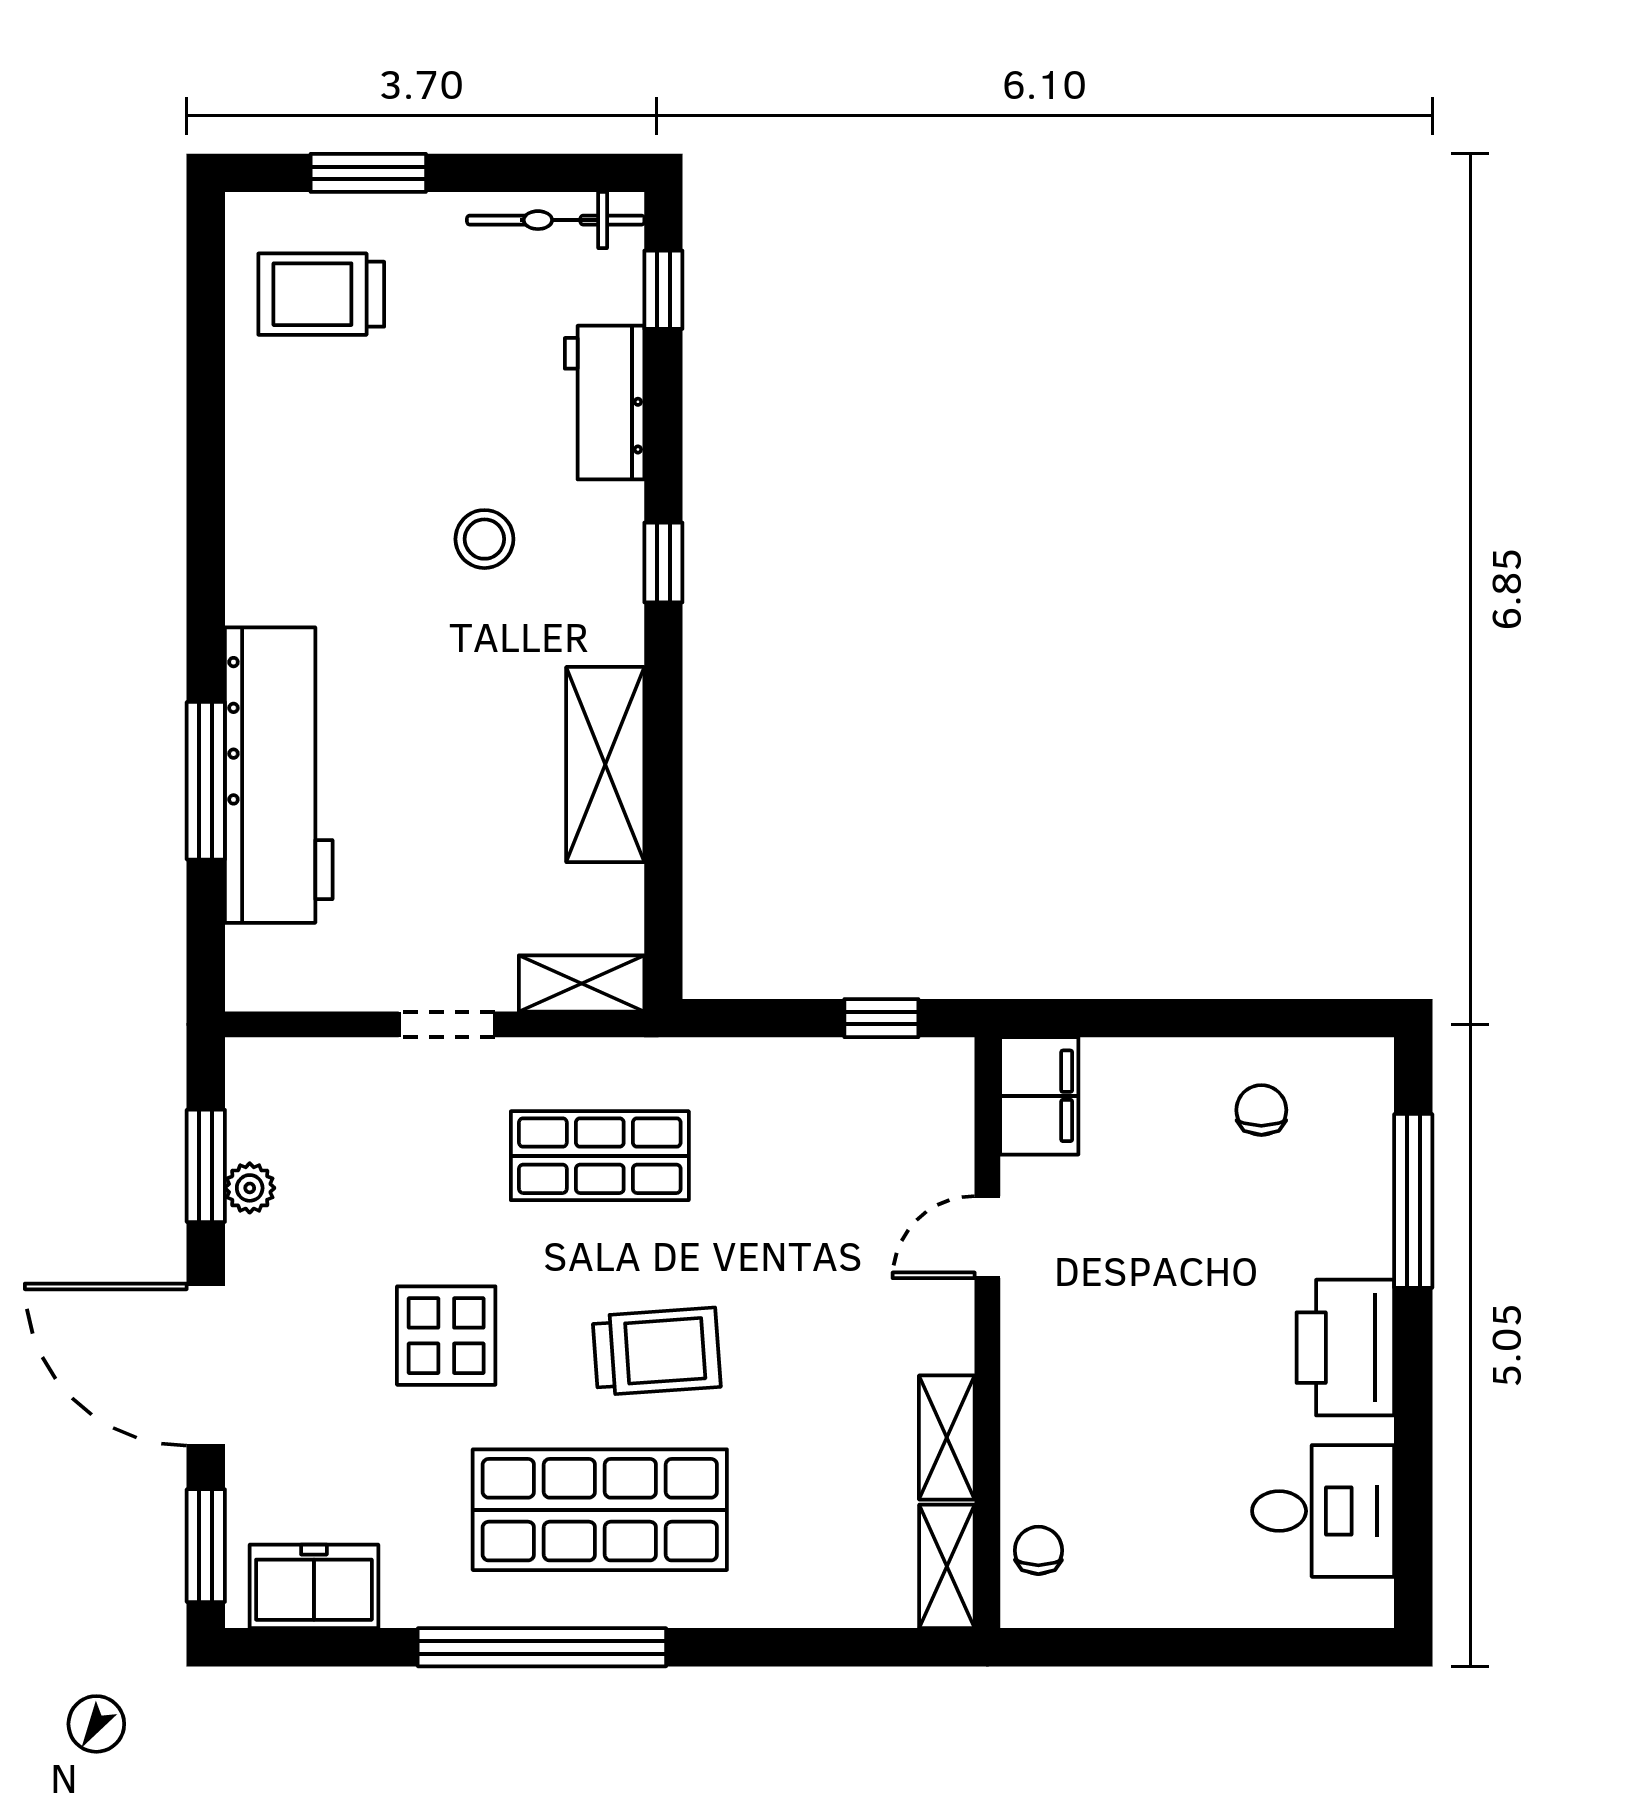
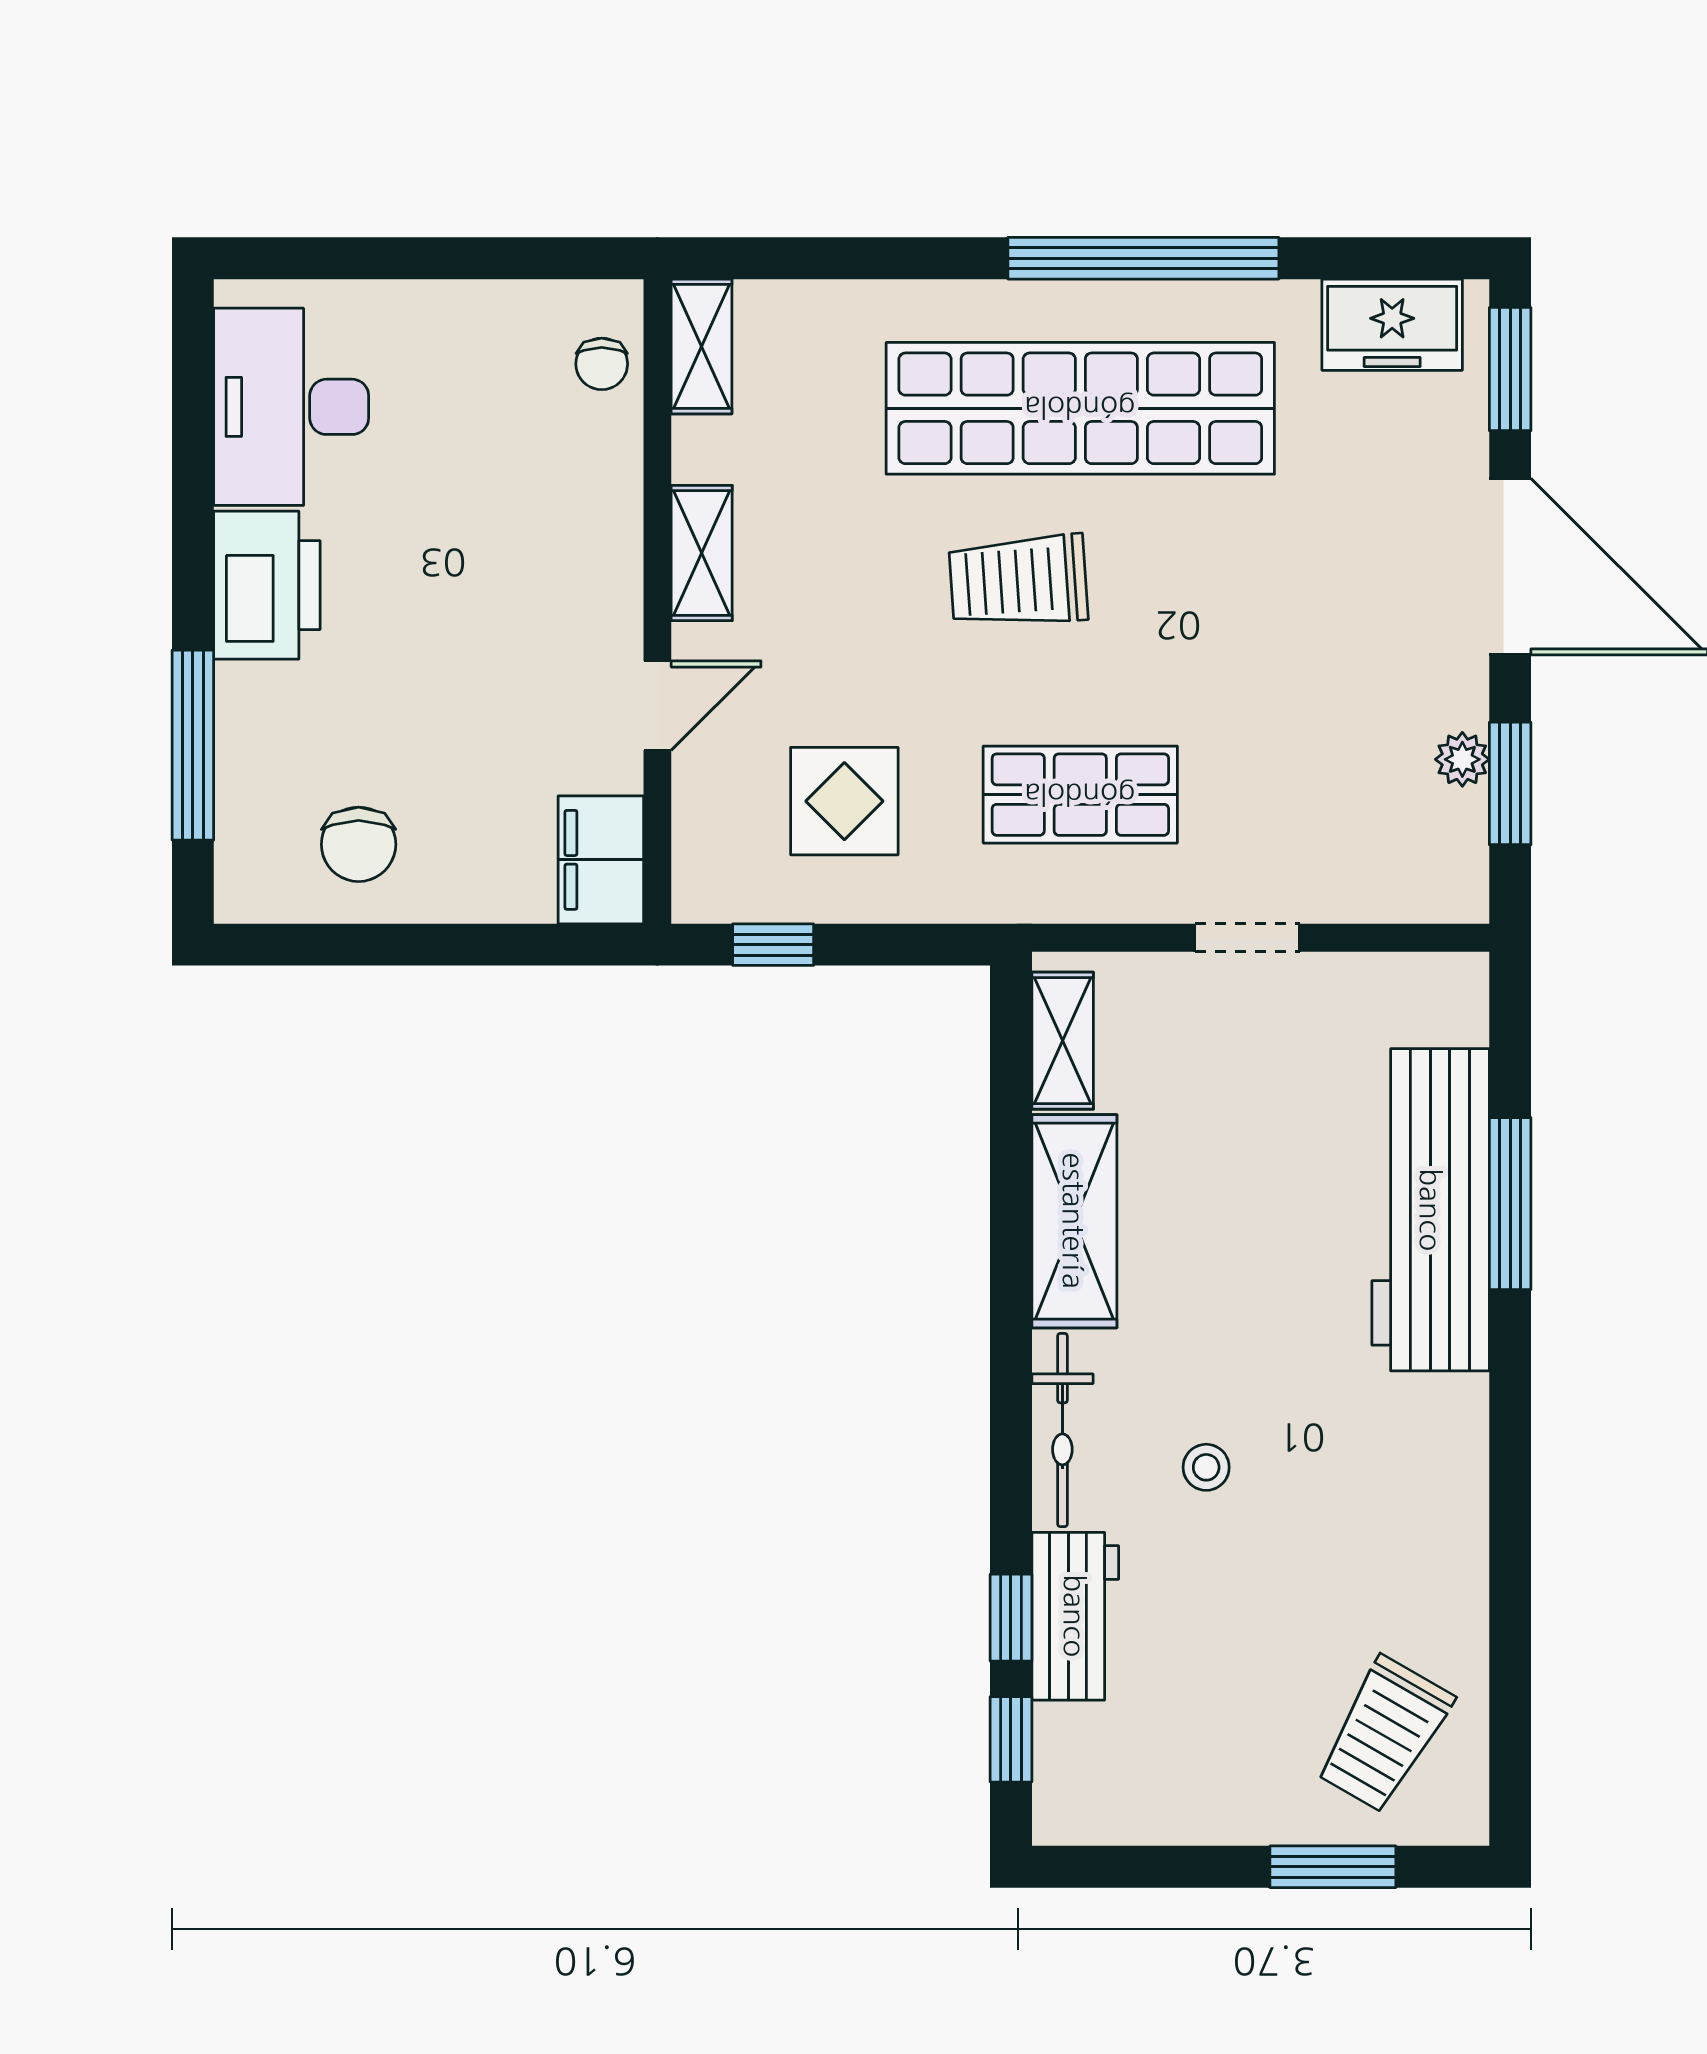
bicycle: (556, 220) -> (1062, 1430), moved, turned 90
trolley: (321, 294) -> (1384, 1734), turned 120
stool: (484, 539) -> (1206, 1467), width x0.73, depth x0.73
window: (663, 563) -> (1011, 1618), moved
shelving: (582, 984) -> (1063, 1041), moved, turned 90
chair: (1261, 1110) -> (359, 844), width x1.37, depth x1.37
display table: (446, 1336) -> (844, 801), moved
shelving: (947, 1437) -> (702, 553), moved
shop shelf: (600, 1510) -> (1080, 408), width x1.40
desk: (1323, 1511) -> (291, 407), width x1.37

